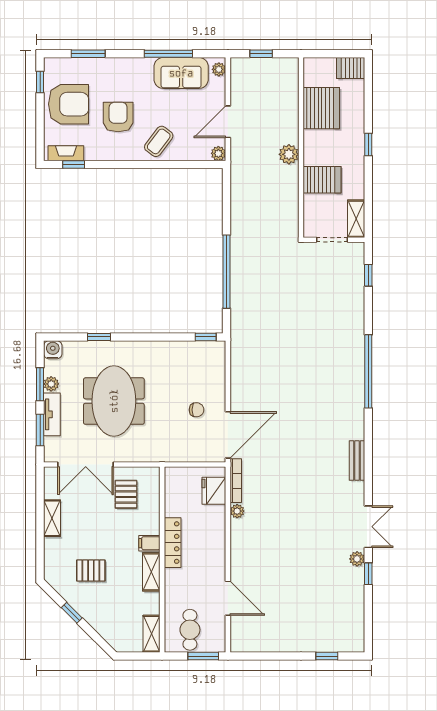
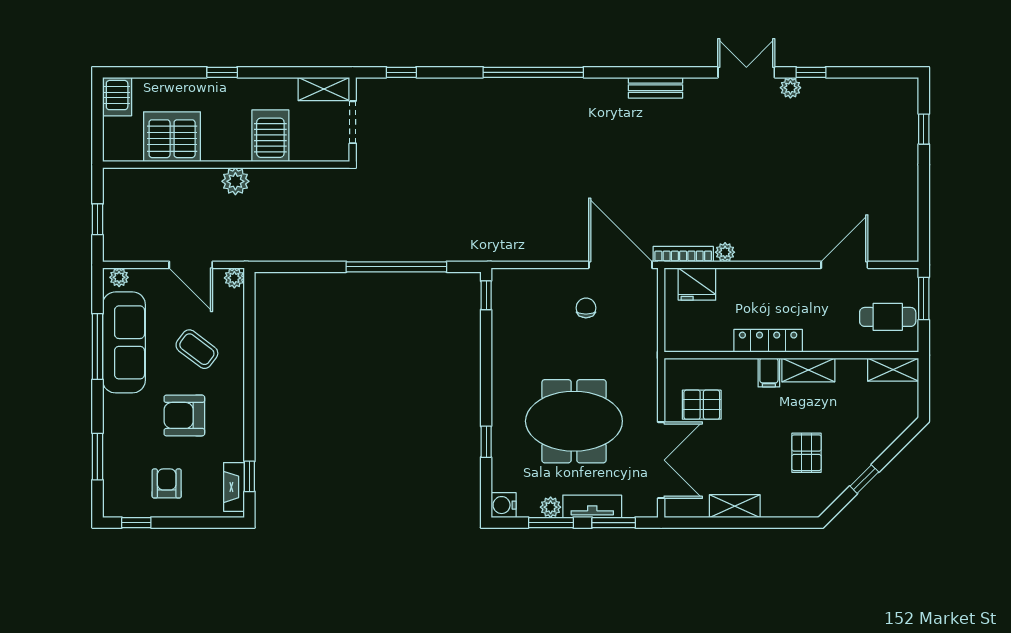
sofa: (181, 73) -> (124, 342), width x1.36
armchair: (69, 104) -> (167, 483), width x0.53, depth x0.53
coffee table: (159, 141) -> (197, 349), moved

